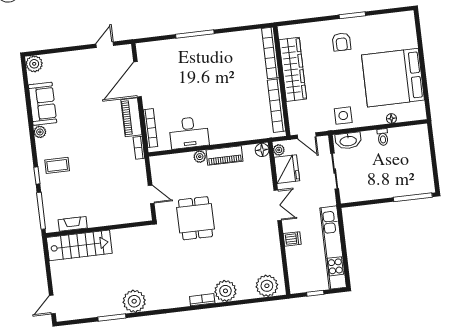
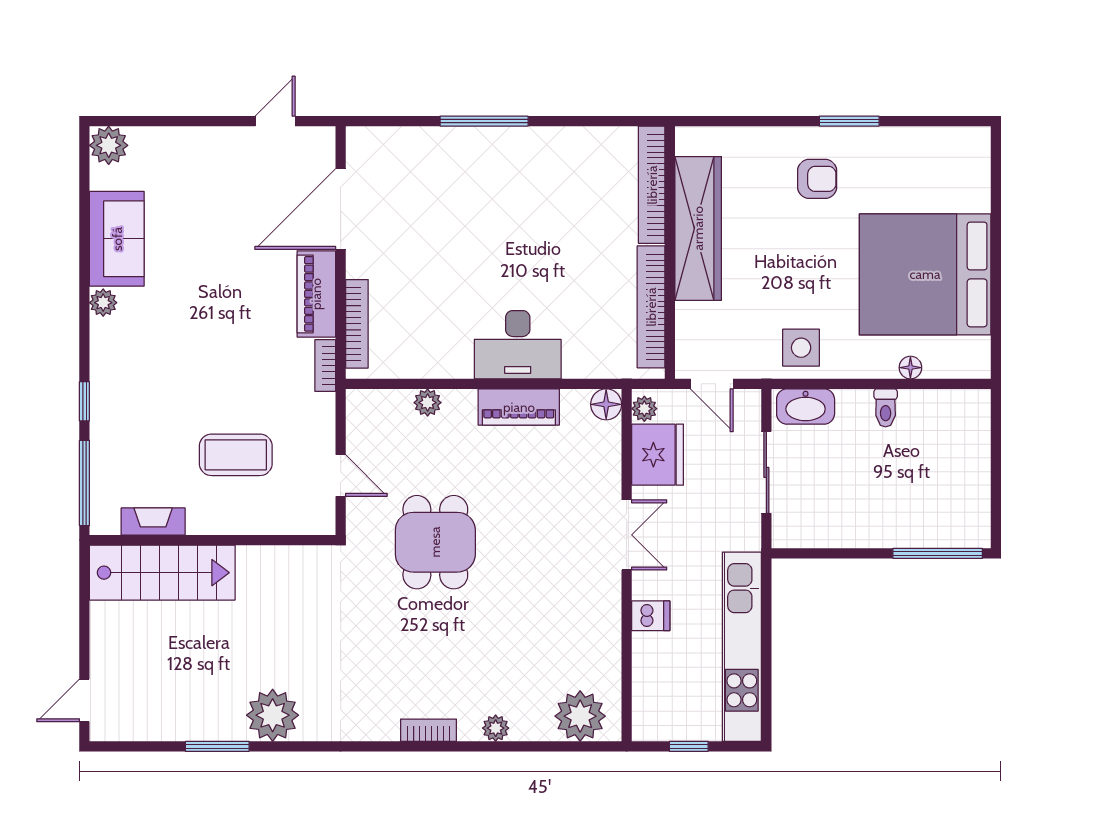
armchair: (341, 42) -> (817, 179), turned -90
desk: (189, 133) -> (518, 345), moved
plant: (200, 157) -> (428, 403), moved
coffee table: (57, 165) -> (236, 455), moved, width x1.36, depth x1.30
plant: (225, 291) -> (496, 728), width x0.53, depth x0.53

